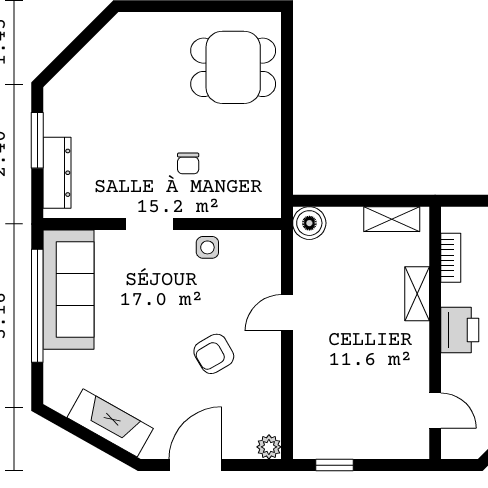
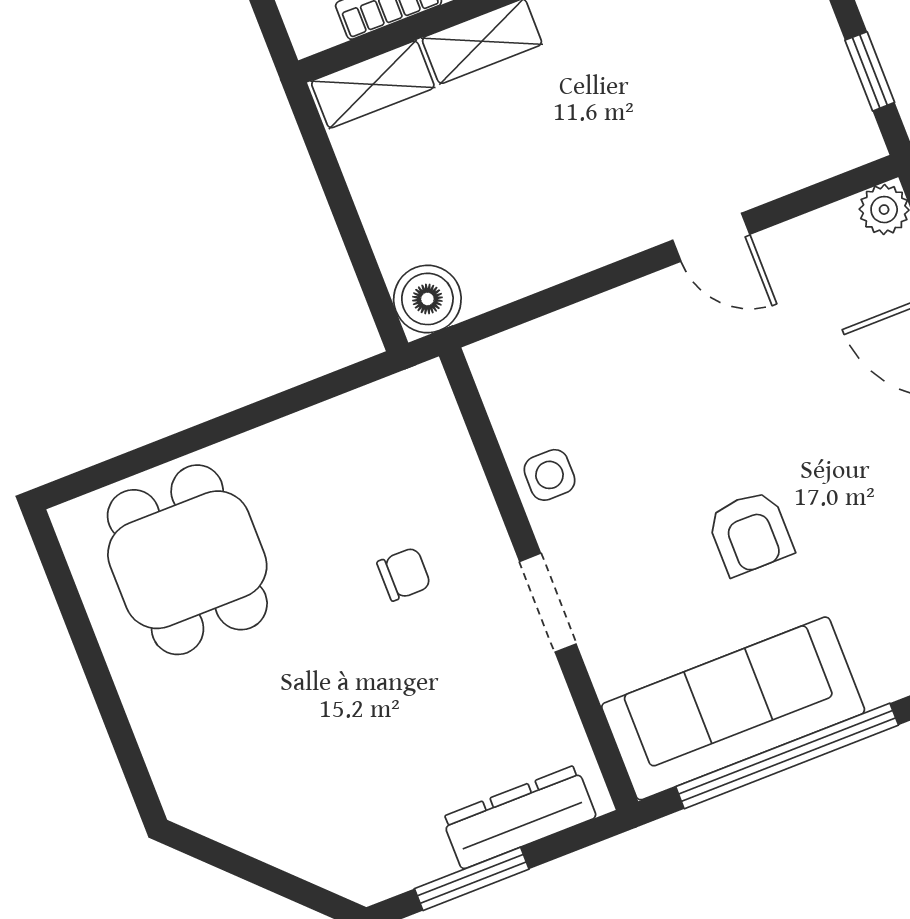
shelving: (392, 219) -> (373, 84), moved, turned 90
door: (287, 313) -> (711, 237), moved
armchair: (214, 354) -> (750, 533), moved, turned 30

